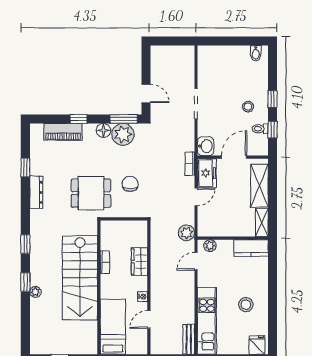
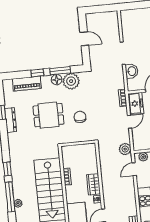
door: (146, 93) -> (84, 39), moved
window: (124, 119) -> (60, 71), moved
washbasin: (206, 146) -> (132, 71), moved
dresser: (36, 192) -> (11, 120), moved
dining table: (91, 193) -> (48, 115), moved
wardrobe: (139, 262) -> (94, 184), moved
window: (25, 282) -> (10, 197), width x2.17

